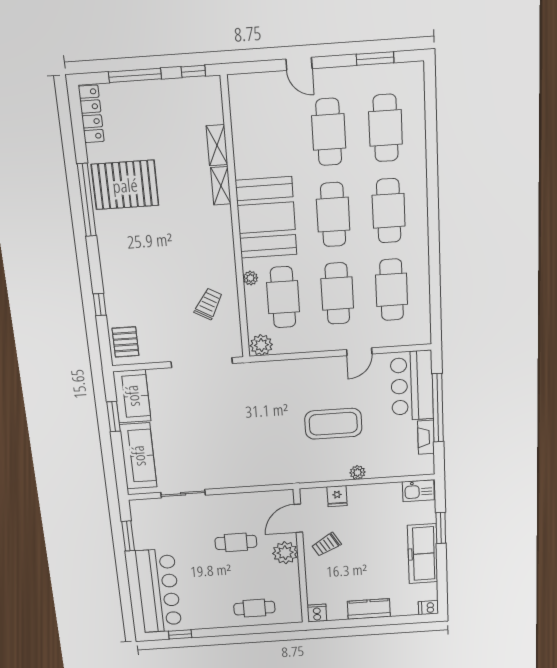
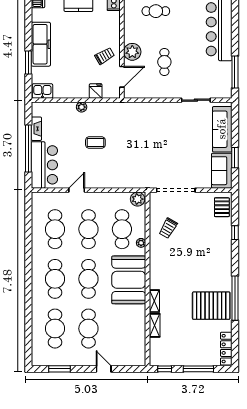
coffee table: (333, 424) -> (95, 143), width x0.54, depth x0.58
window: (128, 536) -> (235, 72), width x1.44
cafe table: (236, 542) -> (164, 62), turned 90

